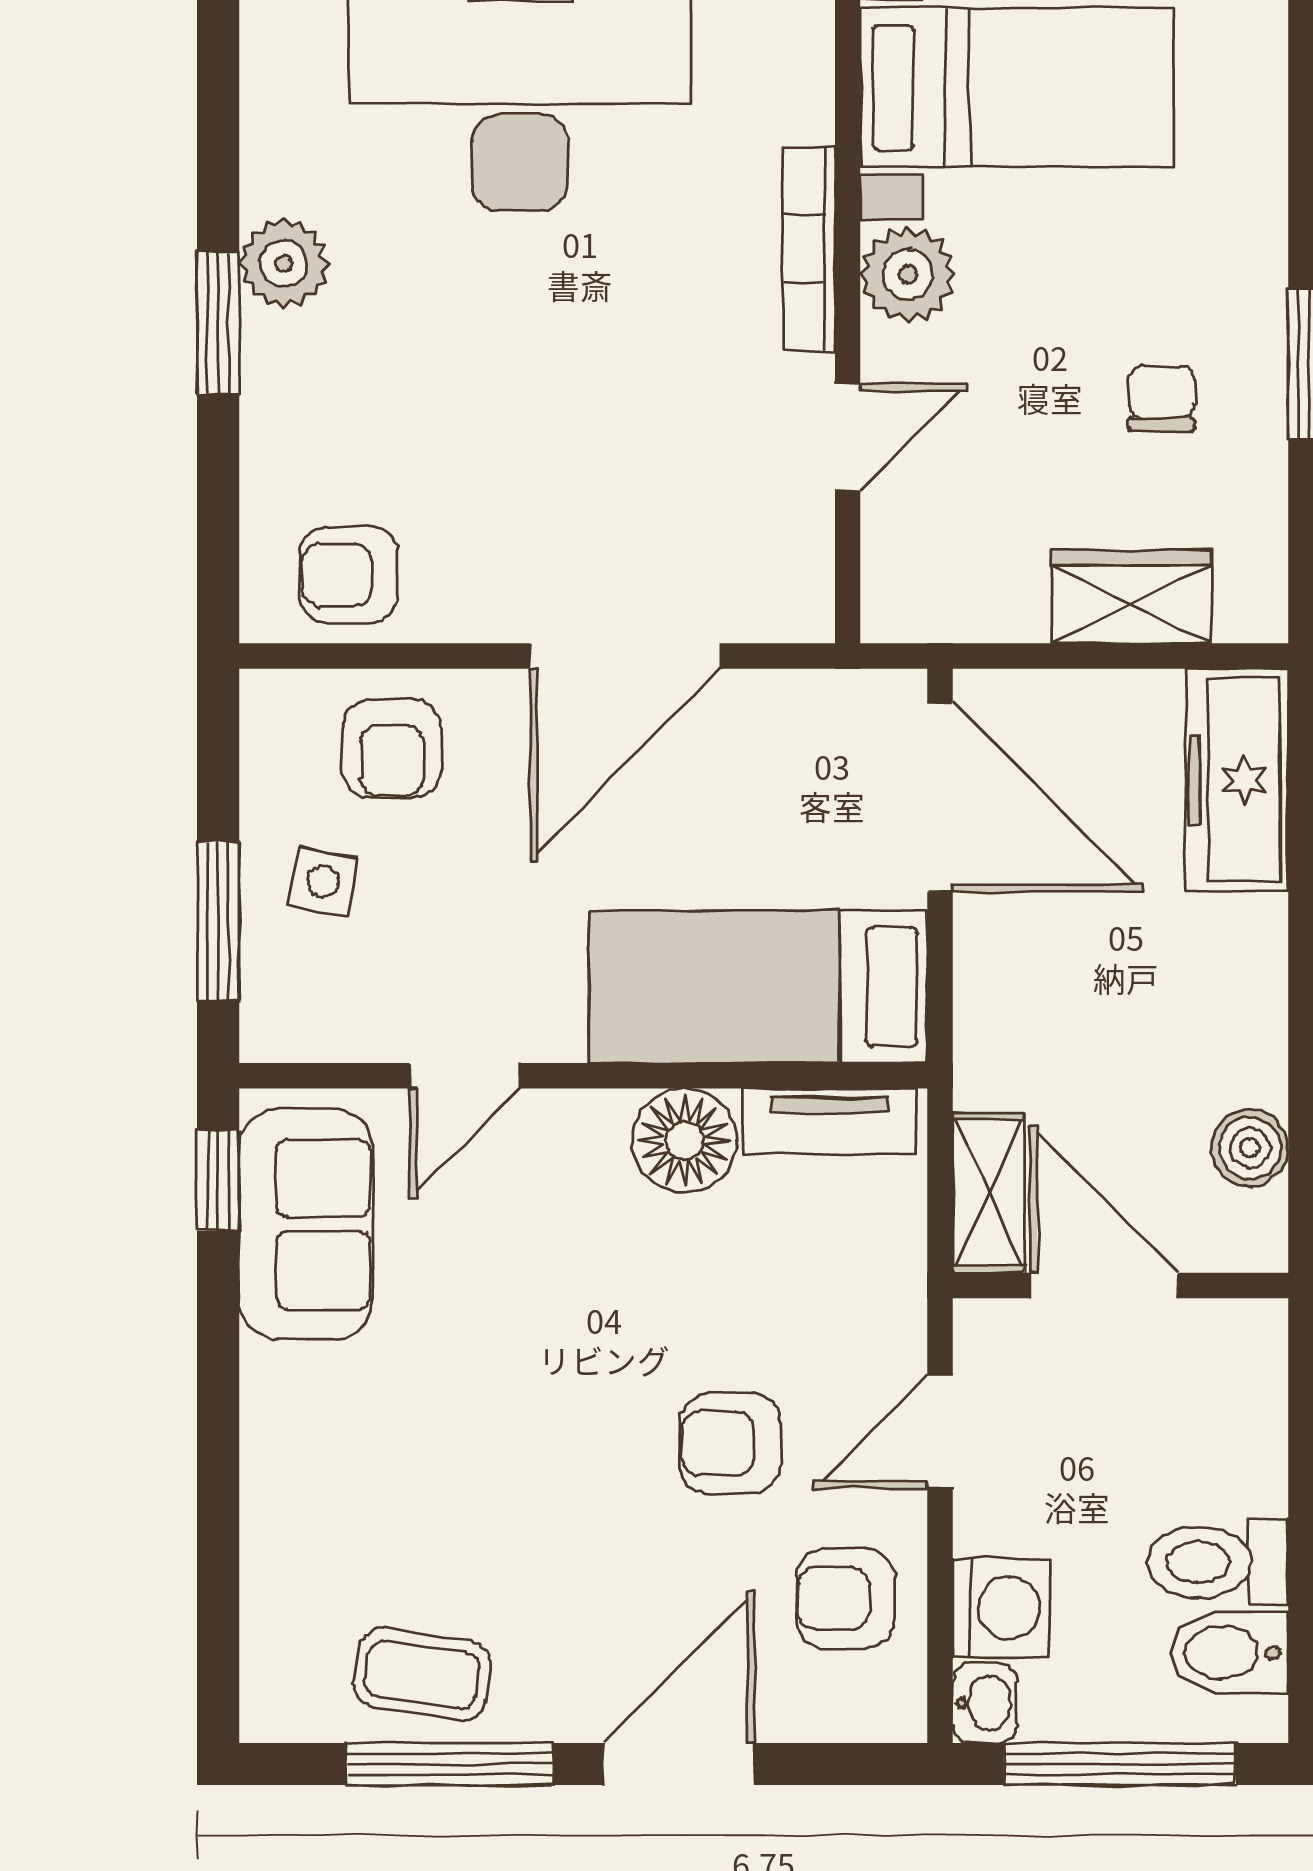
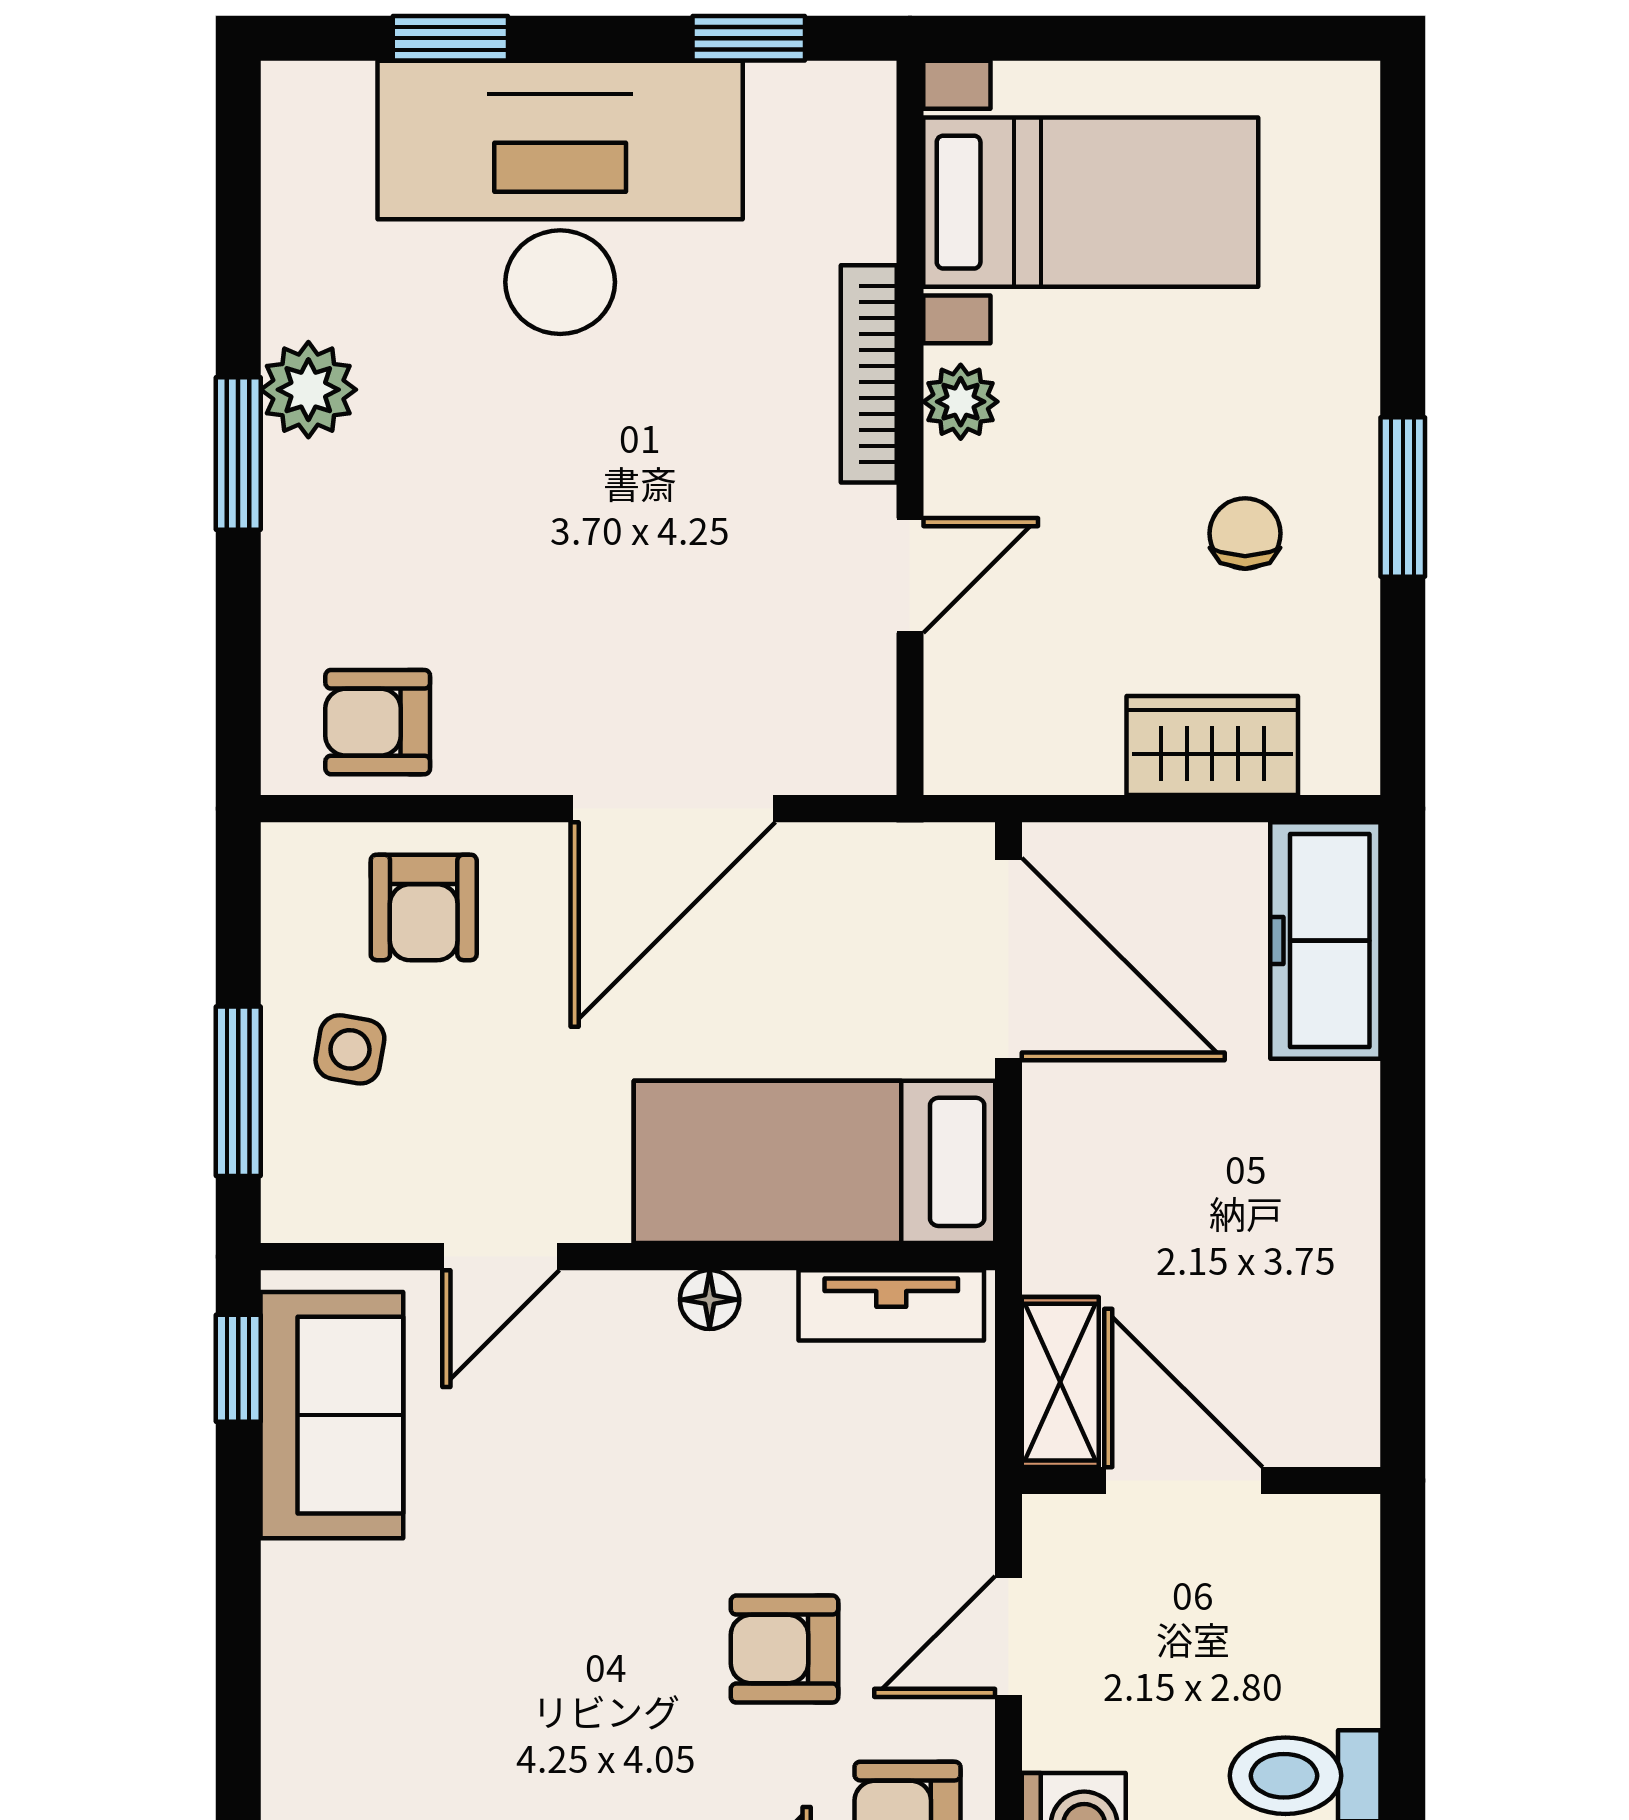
plant: (908, 275) -> (961, 402), width x0.73, depth x0.73
floor lamp: (684, 1141) -> (710, 1300), width x0.53, depth x0.53
boiler: (1250, 1148) -> (1339, 1334), removed

